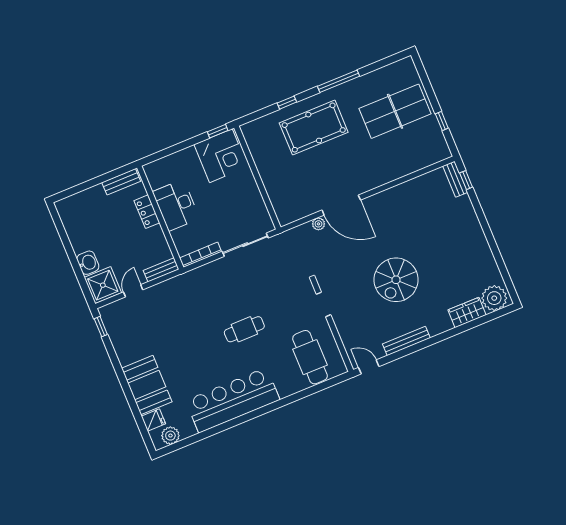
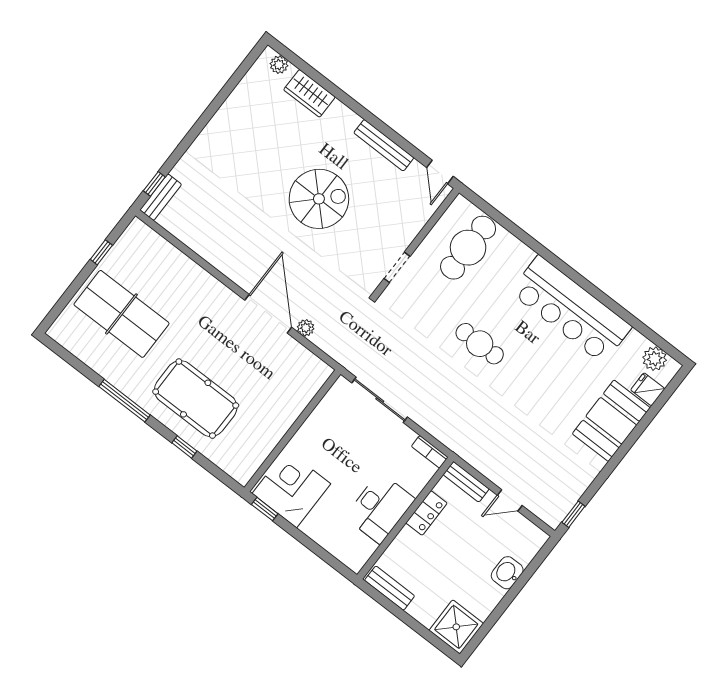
locker: (147, 212) -> (427, 513), moved
bookcase: (200, 255) -> (430, 452), width x0.64
shower: (103, 285) -> (456, 627), moved
plant: (494, 298) -> (279, 65), width x0.53, depth x0.53

